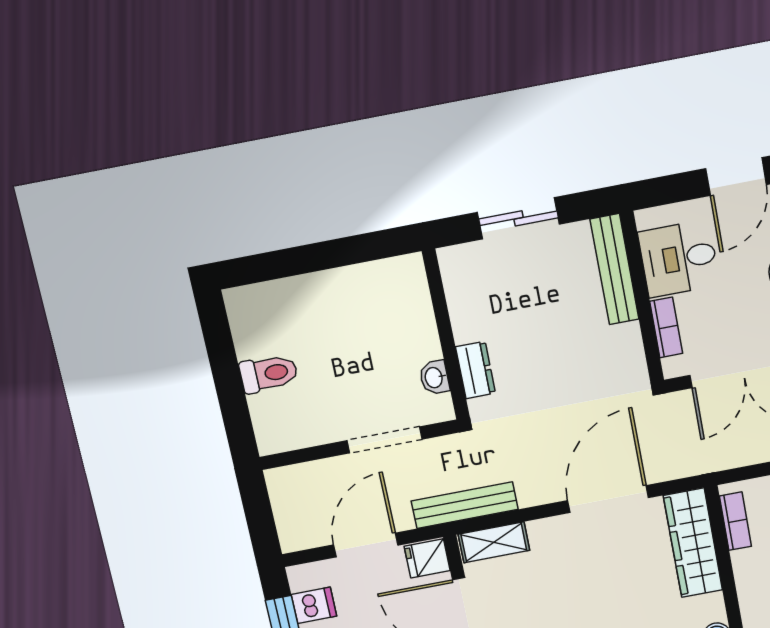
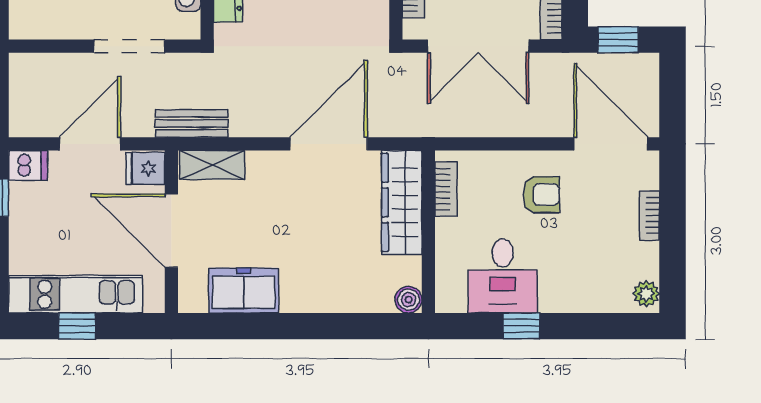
bench: (465, 505) -> (192, 123), width x0.73
dishwasher: (314, 605) -> (28, 165), moved

